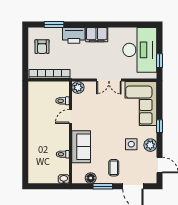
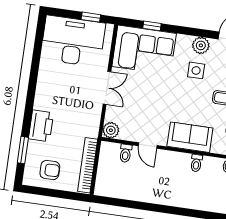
filing cabinet: (97, 35) -> (45, 95), removed
window: (159, 126) -> (152, 26), moved

